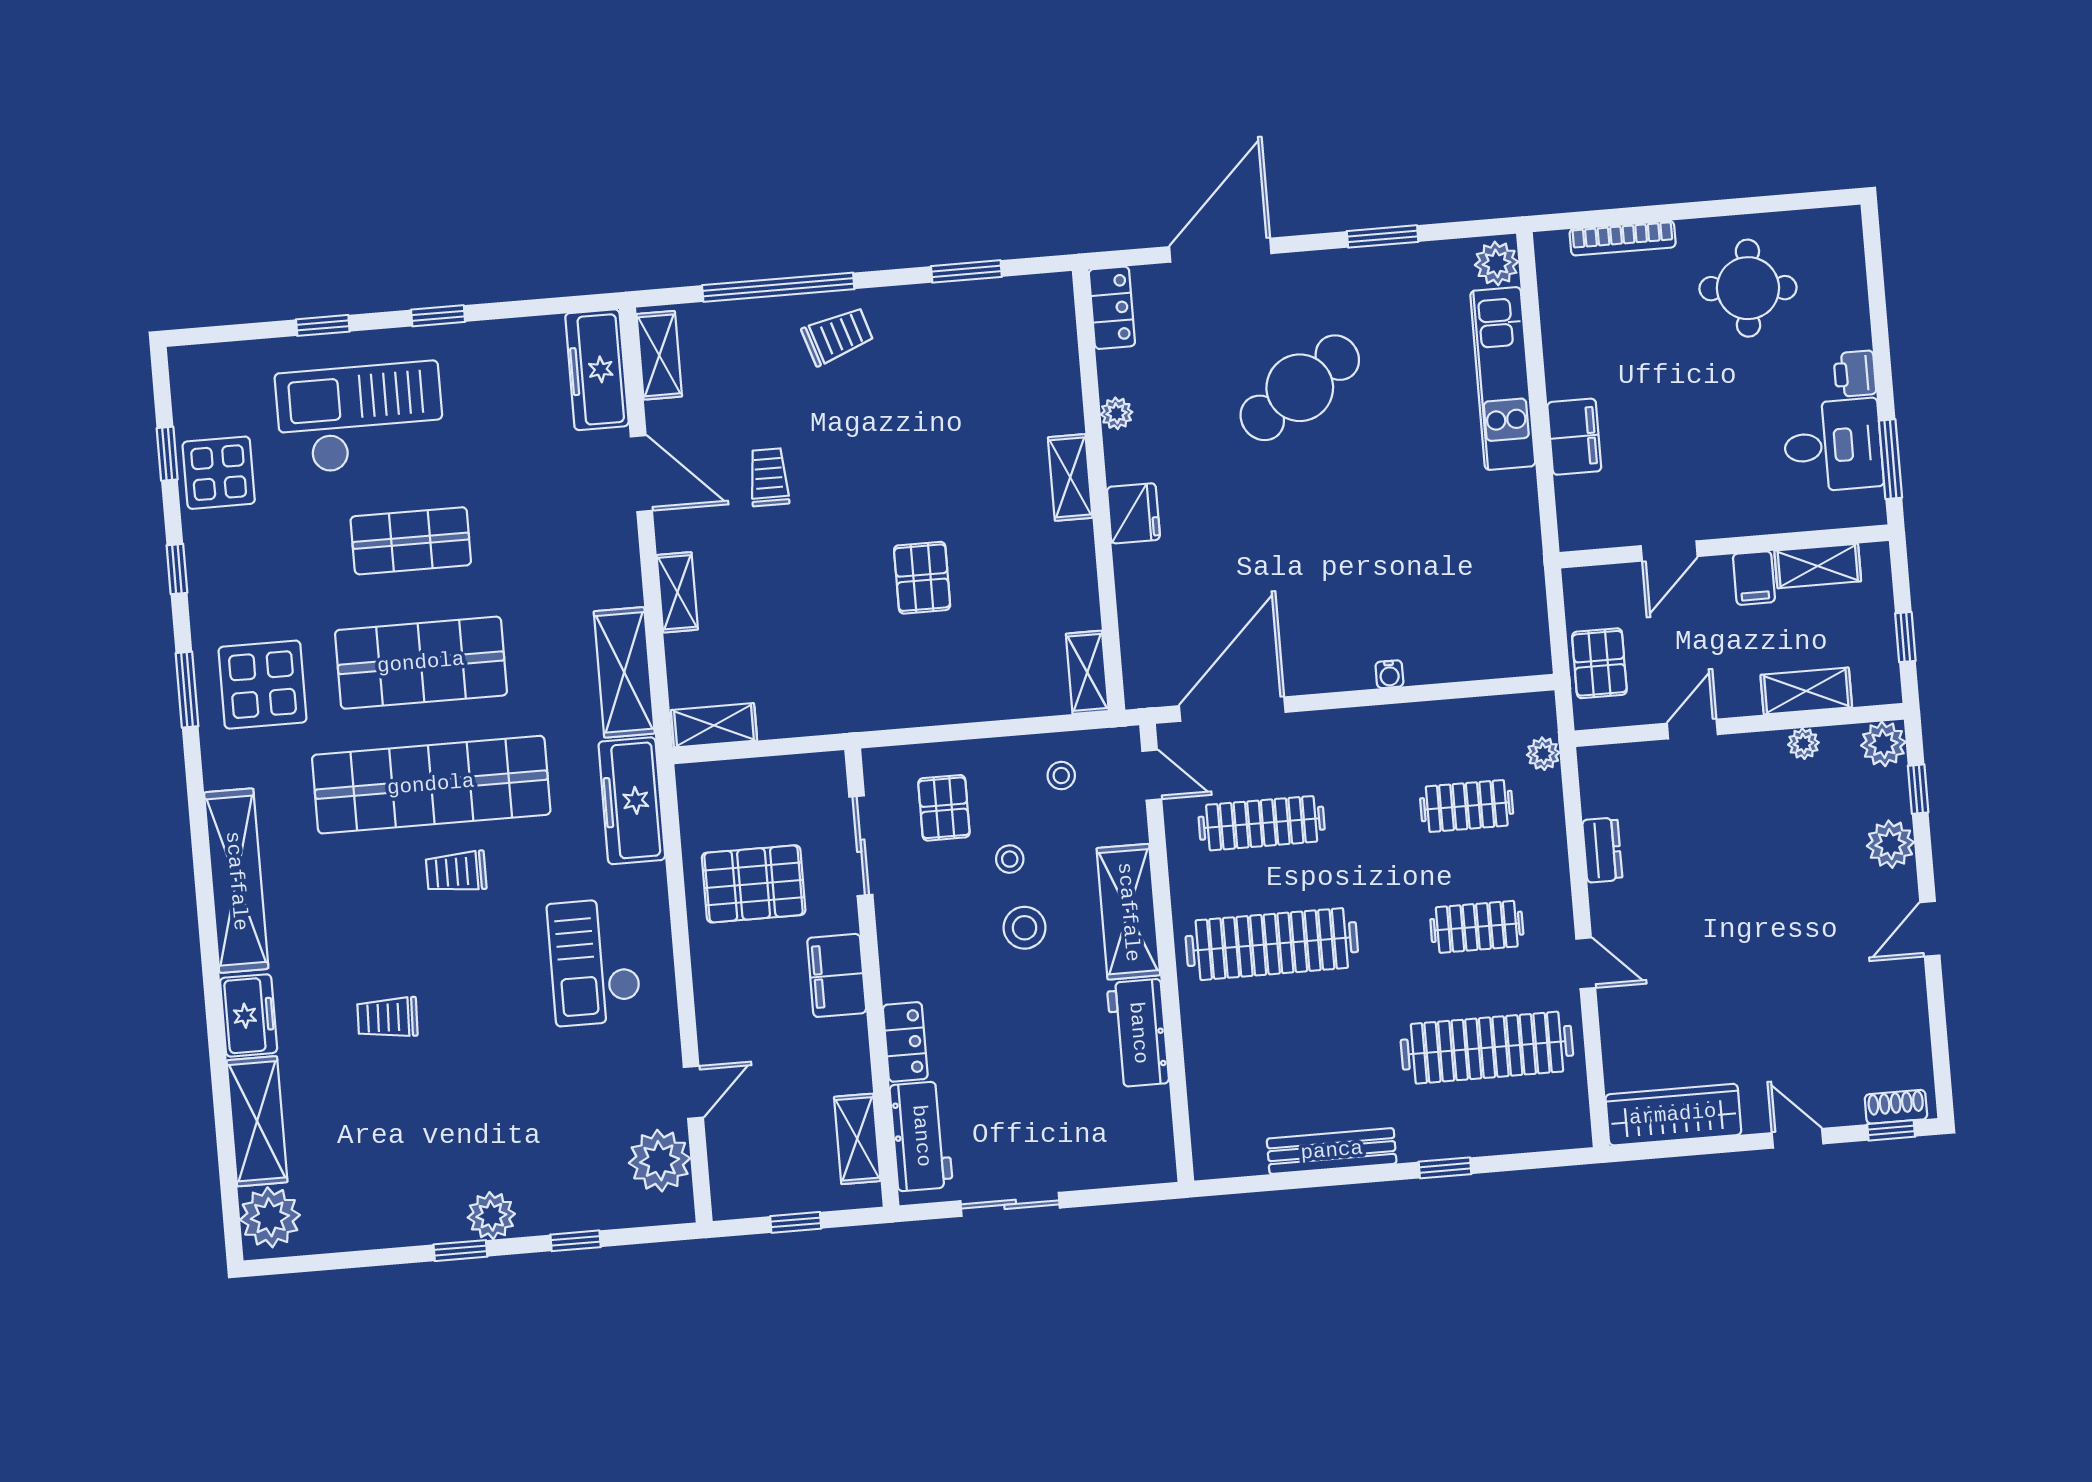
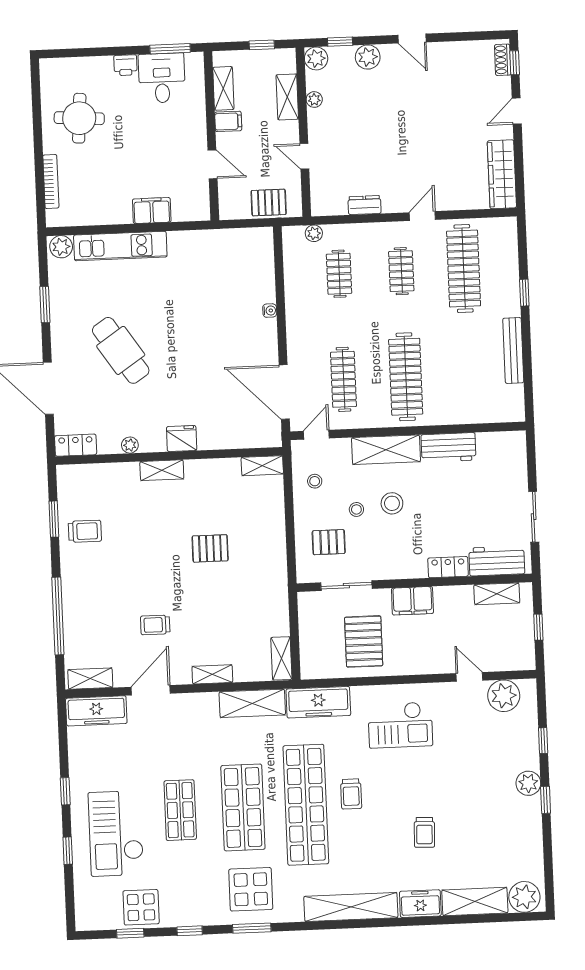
trolley: (837, 336) -> (85, 531), moved, turned 108

